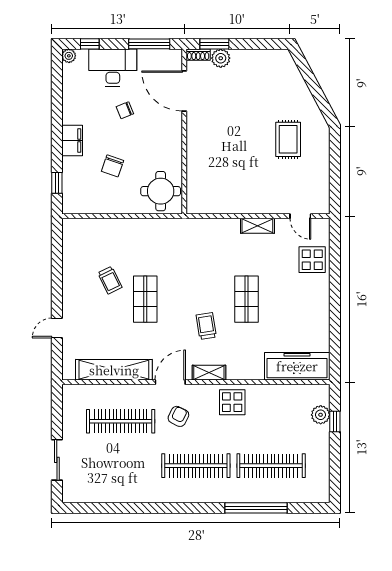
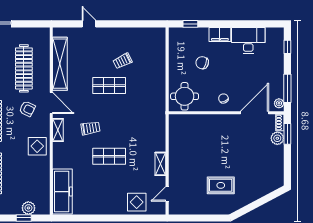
plant: (69, 56) -> (279, 103), moved
desk: (113, 68) -> (248, 40), moved, turned -90
chair: (125, 110) -> (223, 98), moved

